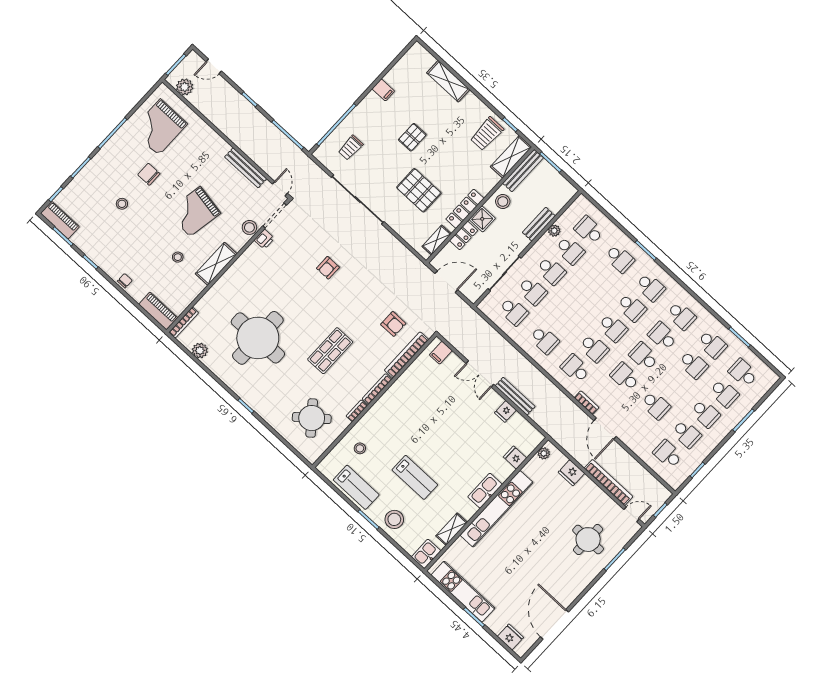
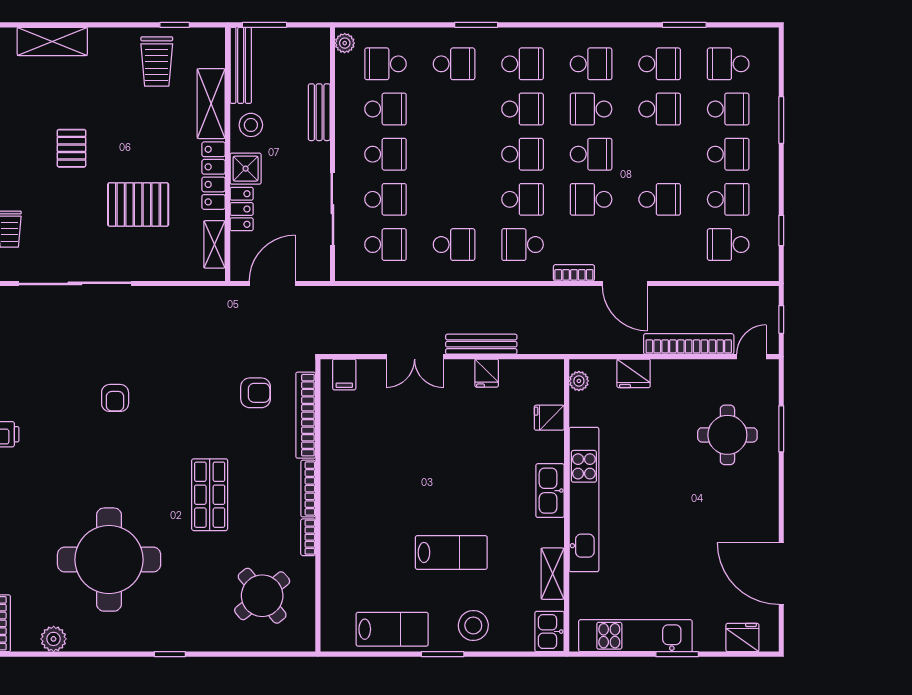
shelving: (511, 157) -> (211, 104), moved
plant: (554, 231) -> (345, 43), moved
school desk: (644, 356) -> (591, 154), turned 180
stool: (360, 448) -> (353, 579), removed

